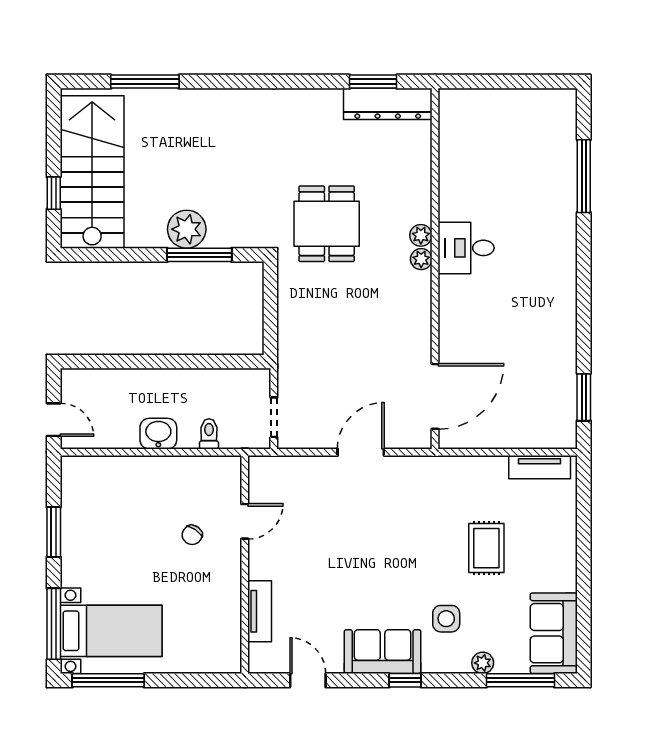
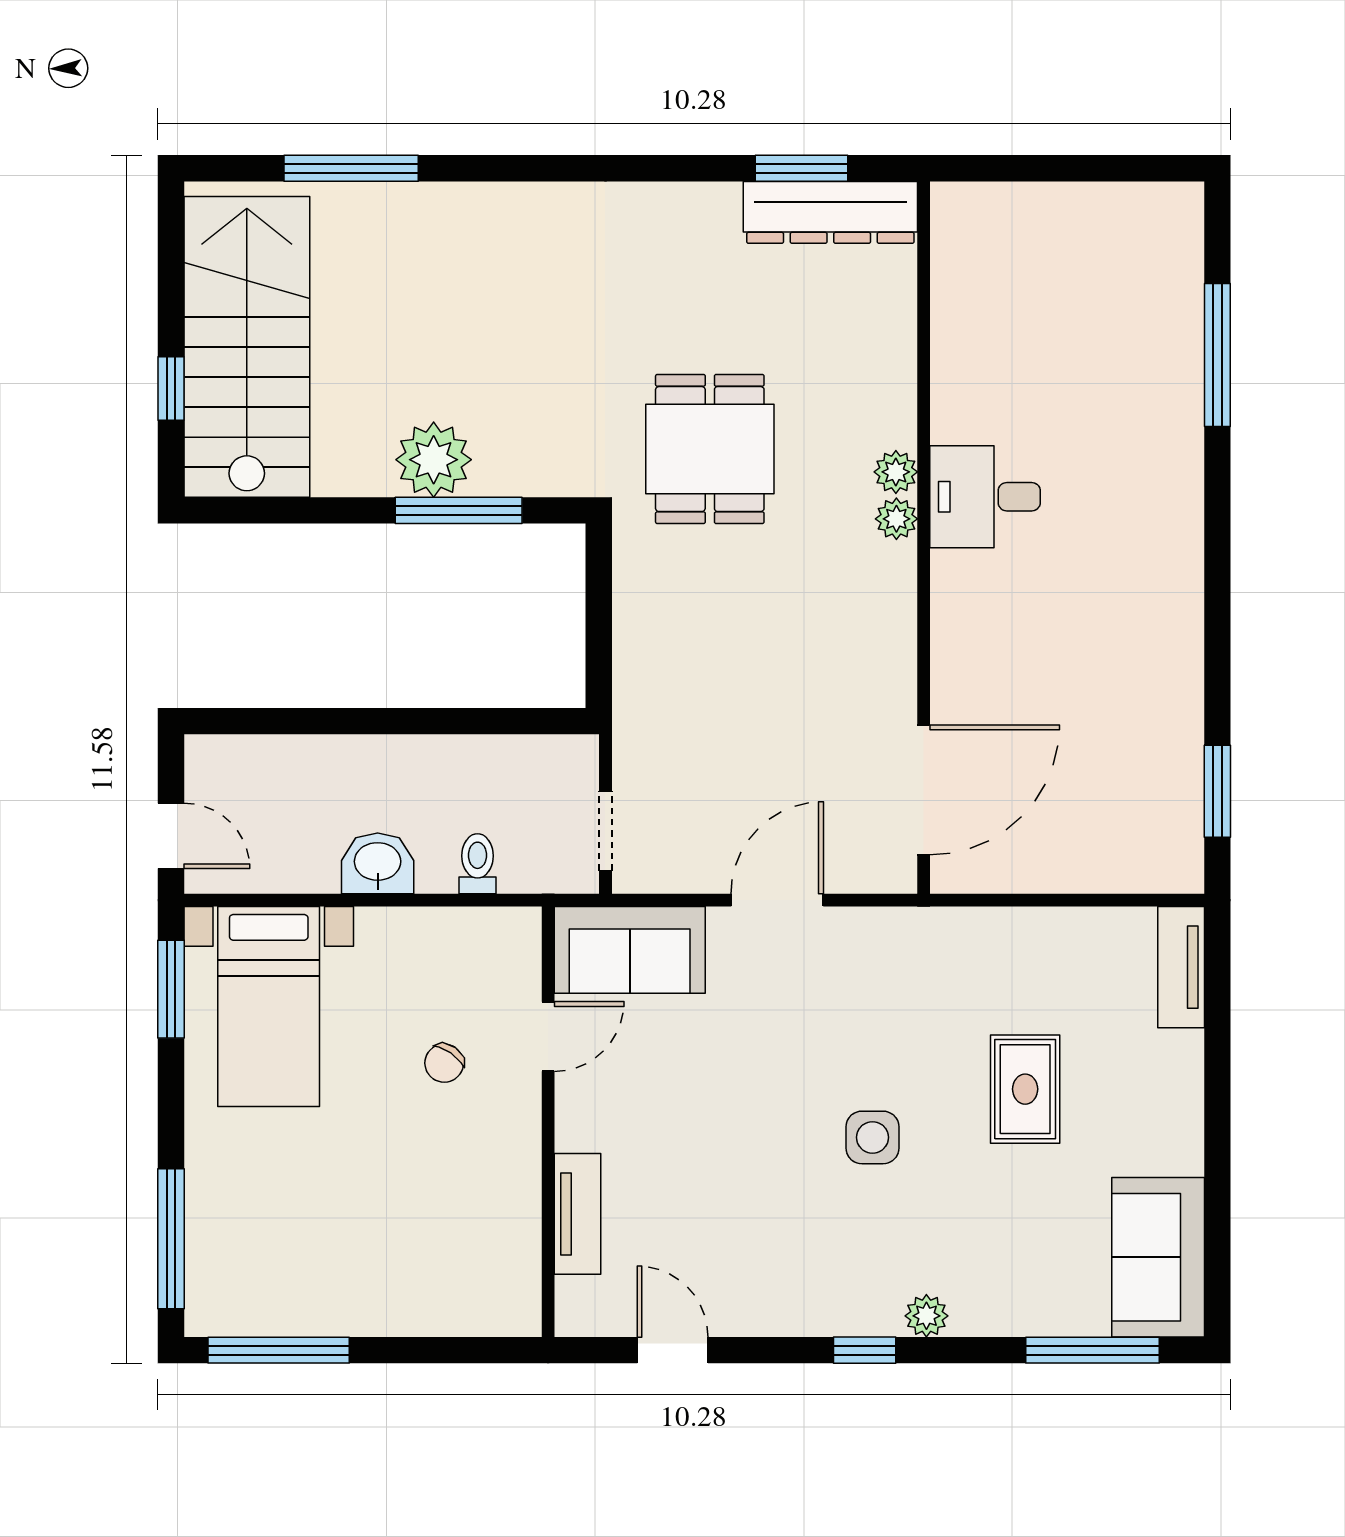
tv unit: (540, 467) -> (1181, 967), moved, turned 90
window: (54, 532) -> (171, 989), moved
side table: (446, 619) -> (872, 1137), moved
bed with nightstands: (111, 631) -> (269, 1006), moved, turned 90
sofa: (383, 652) -> (630, 950), moved, turned 180
plant: (483, 663) -> (926, 1316), moved

